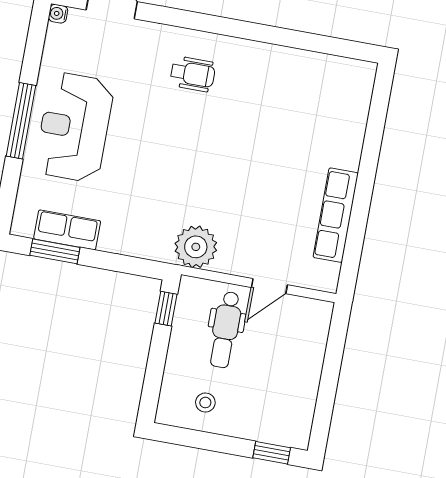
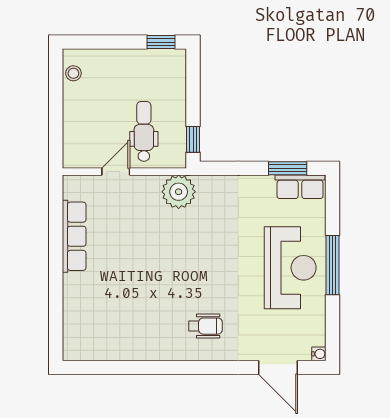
wheelchair: (193, 74) -> (205, 326), turned 180
row of seats: (67, 230) -> (300, 187), moved
stool: (205, 403) -> (73, 73), moved
window: (272, 453) -> (161, 42), moved

